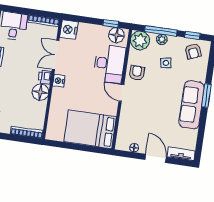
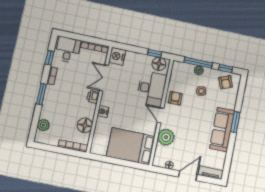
plant: (140, 40) -> (166, 137), moved
nightstand: (59, 81) -> (103, 111), moved
floor lamp: (40, 92) -> (85, 125), moved
door: (156, 158) -> (188, 176), hinge flipped

